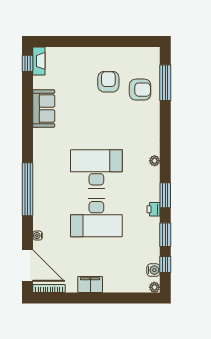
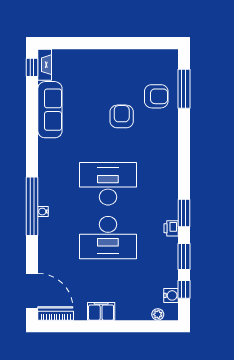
armchair: (108, 82) -> (122, 116), moved
sofa: (44, 109) -> (50, 110), width x1.36
plant: (155, 161) -> (172, 175), removed
water cooler: (38, 236) -> (43, 212), moved
plant: (154, 287) -> (158, 314), moved

